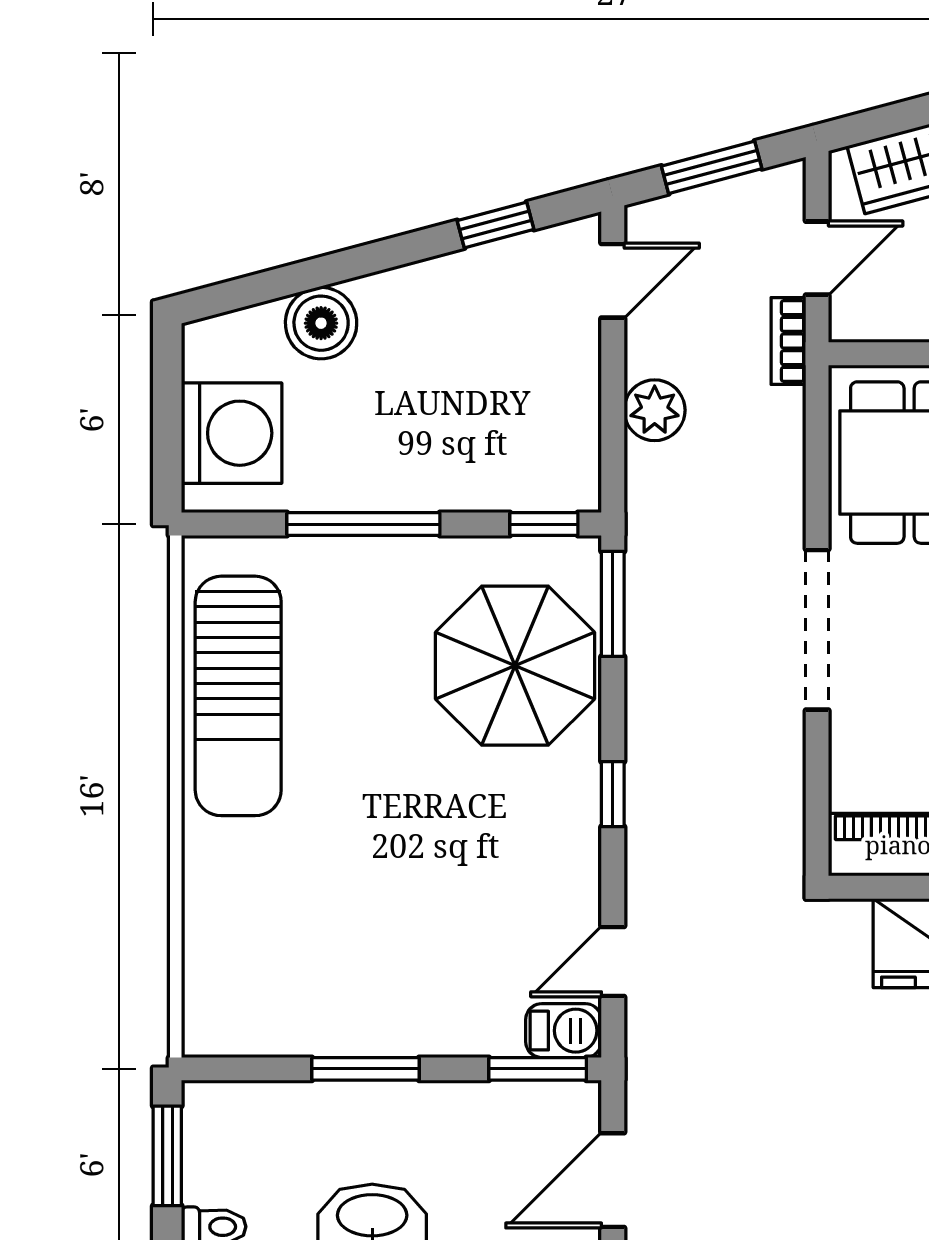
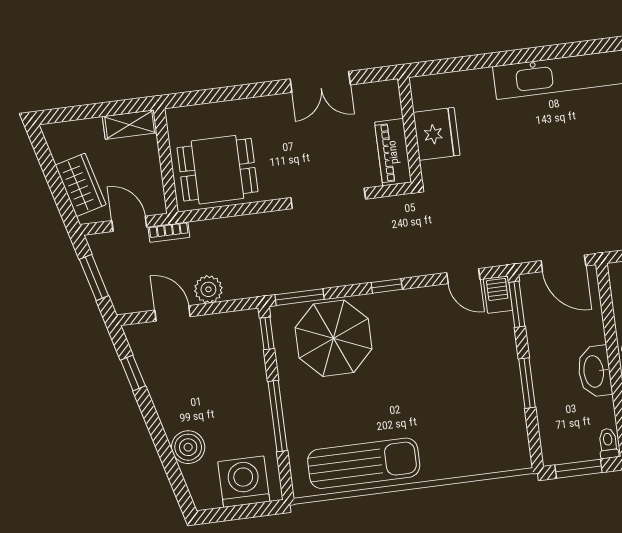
door: (613, 281) -> (172, 313), moved
doorway: (817, 630) -> (328, 198), moved

